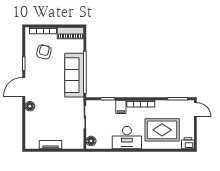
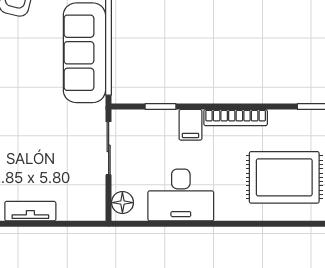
desk: (127, 138) -> (181, 195), moved

